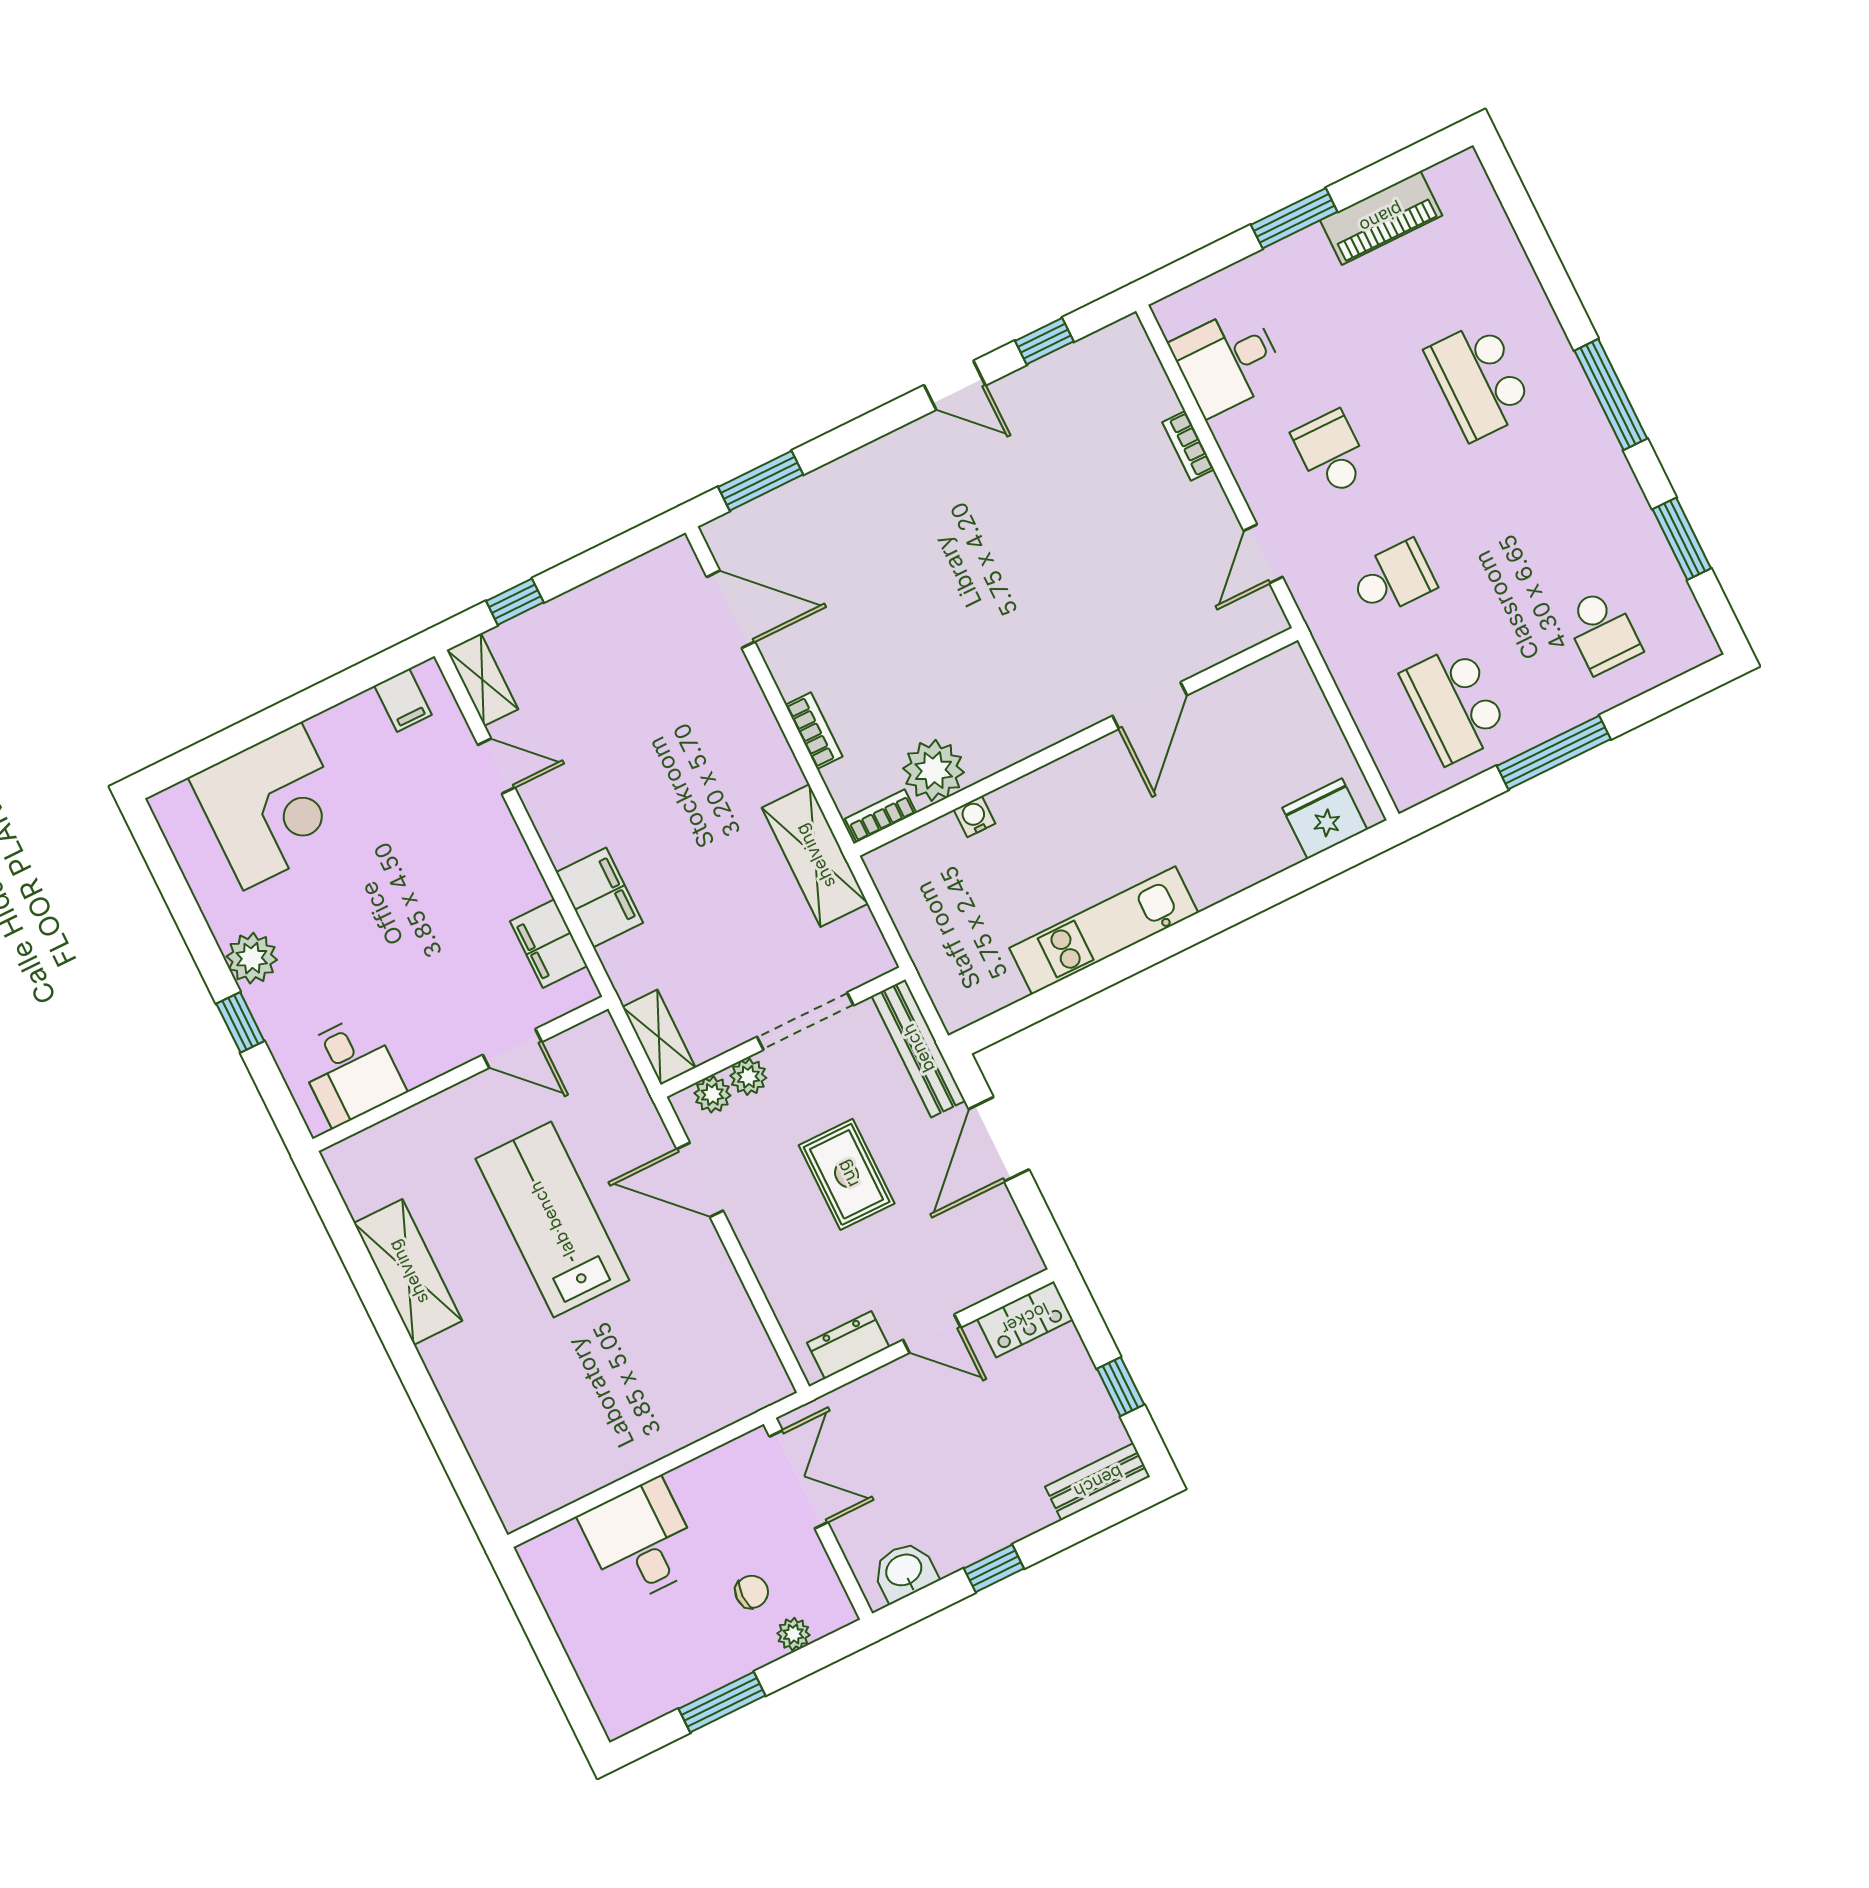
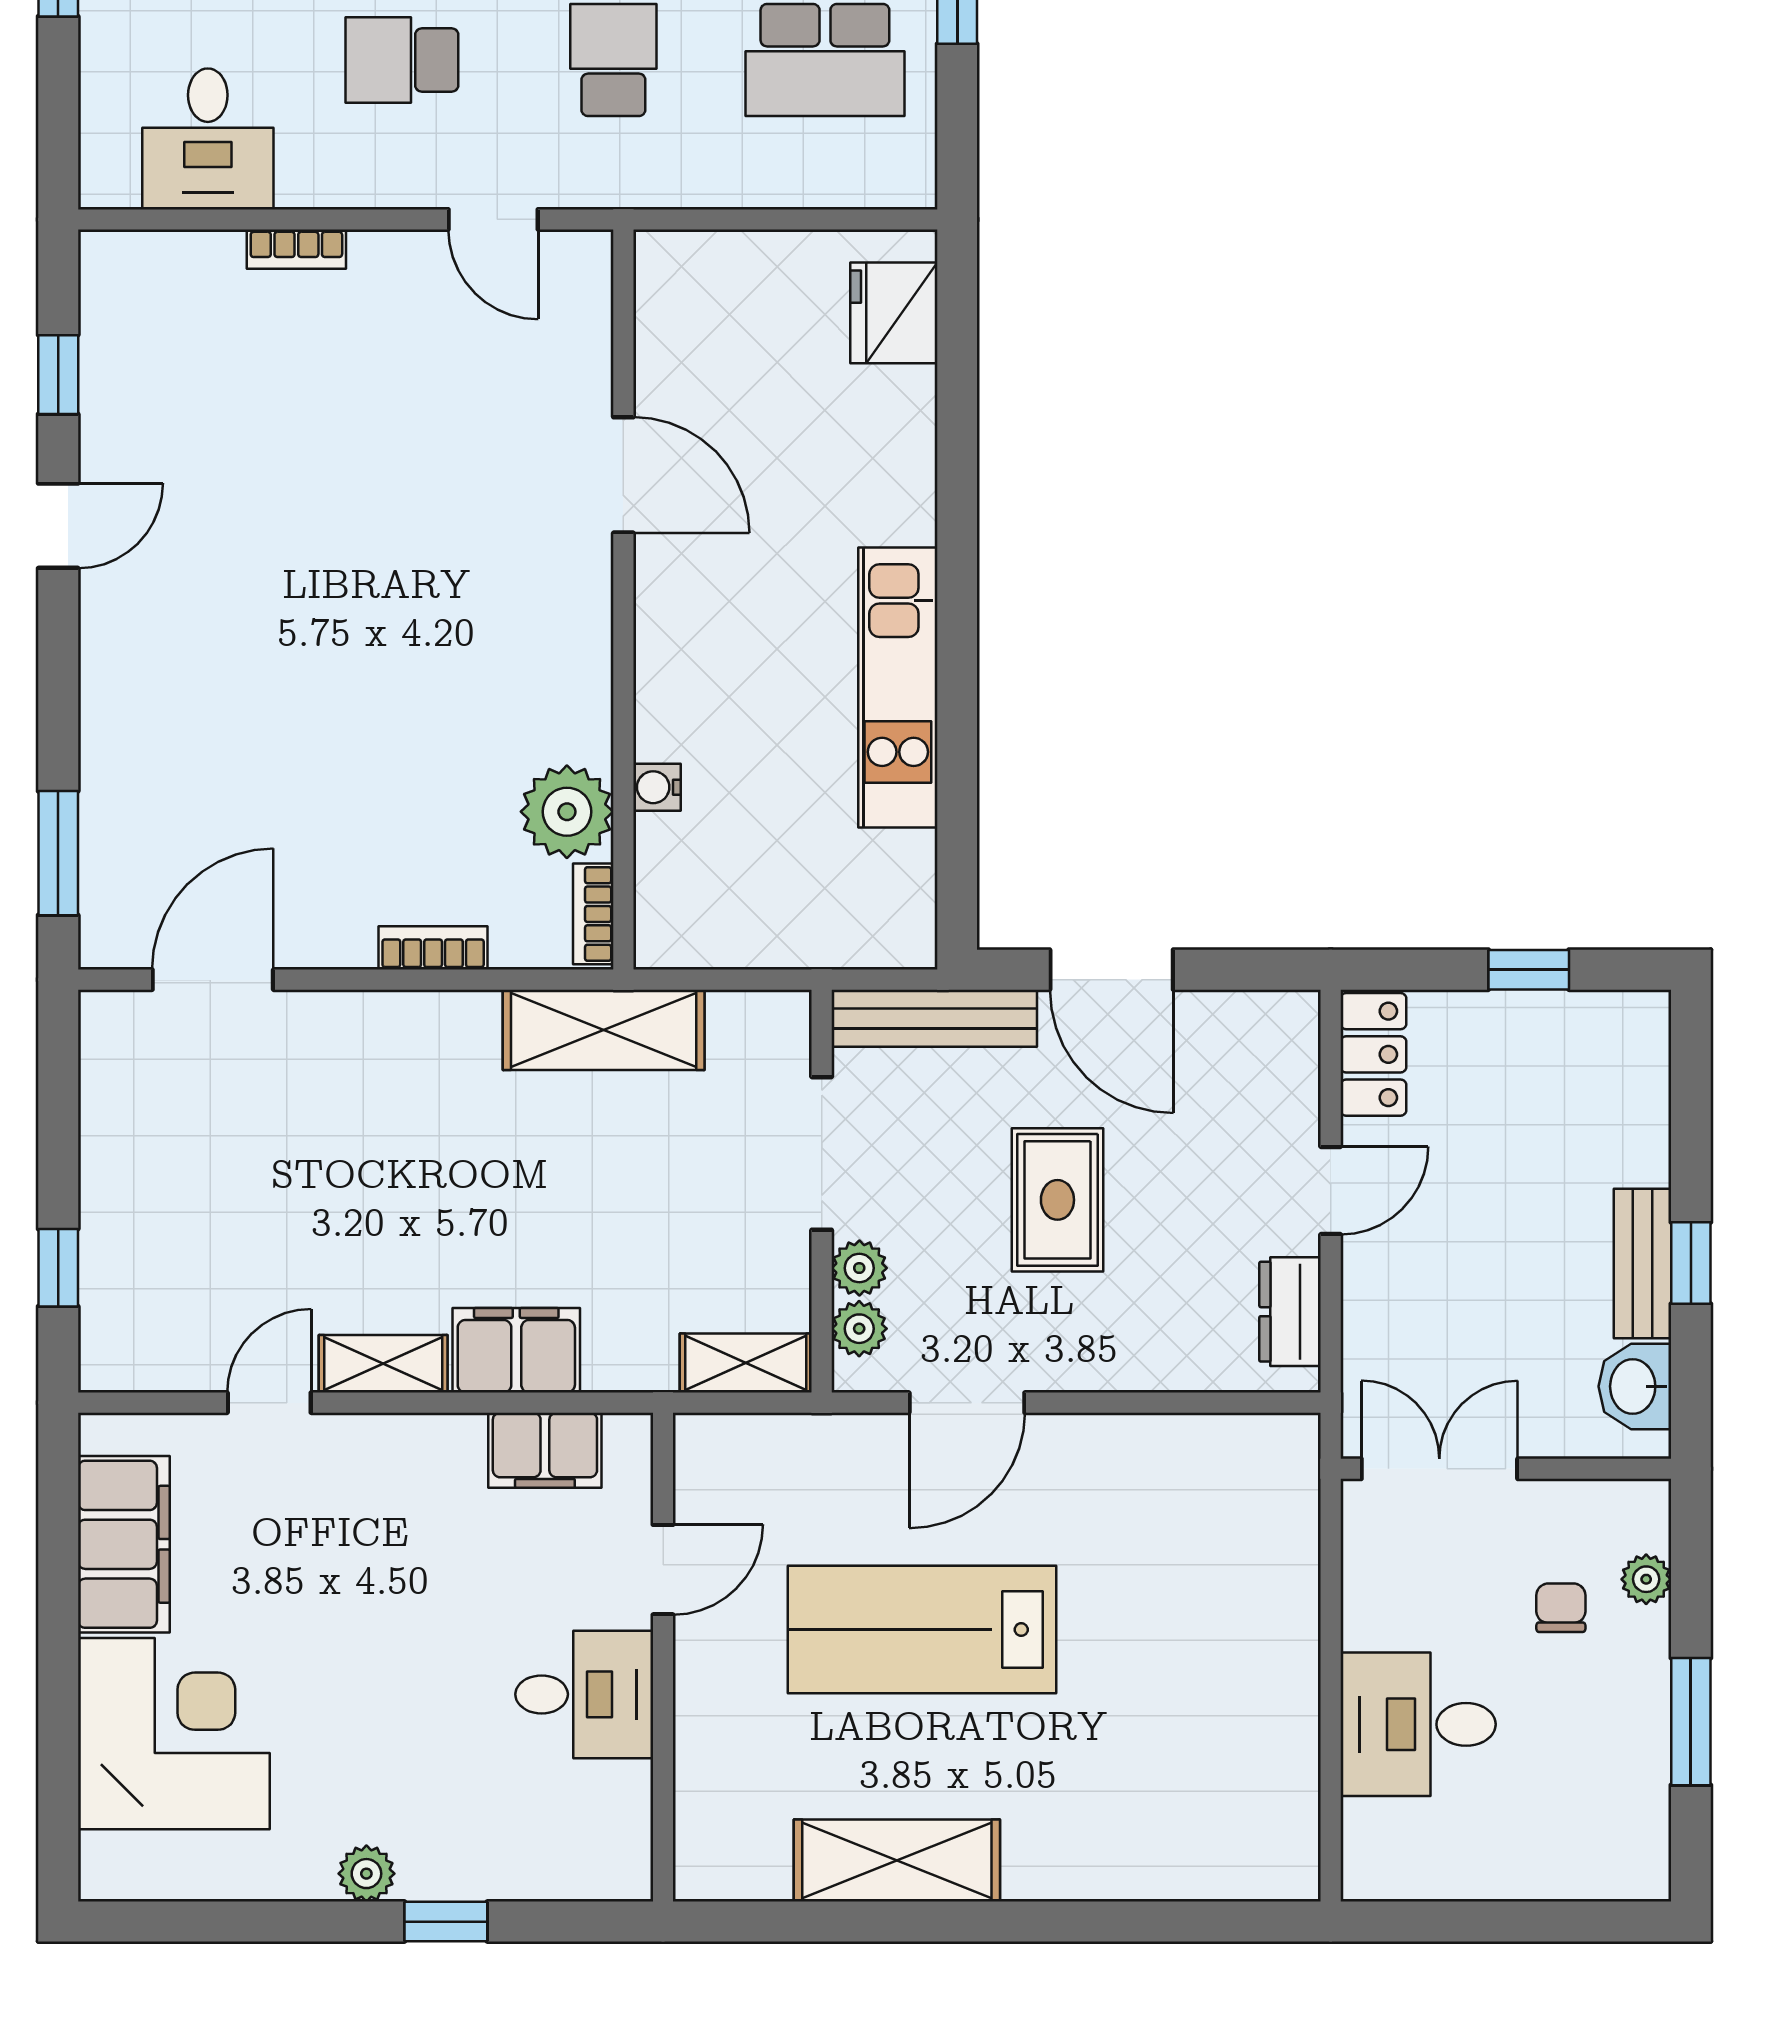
shelving: (482, 680) -> (383, 1364), moved
filing cabinet: (403, 700) -> (124, 1544), width x3.00, depth x1.17
plant: (252, 958) -> (366, 1874), width x0.73, depth x0.73
desk: (350, 1070) -> (584, 1694), moved
rug: (847, 1174) -> (1057, 1200), turned 90
bench: (1098, 1482) -> (1642, 1264), moved

